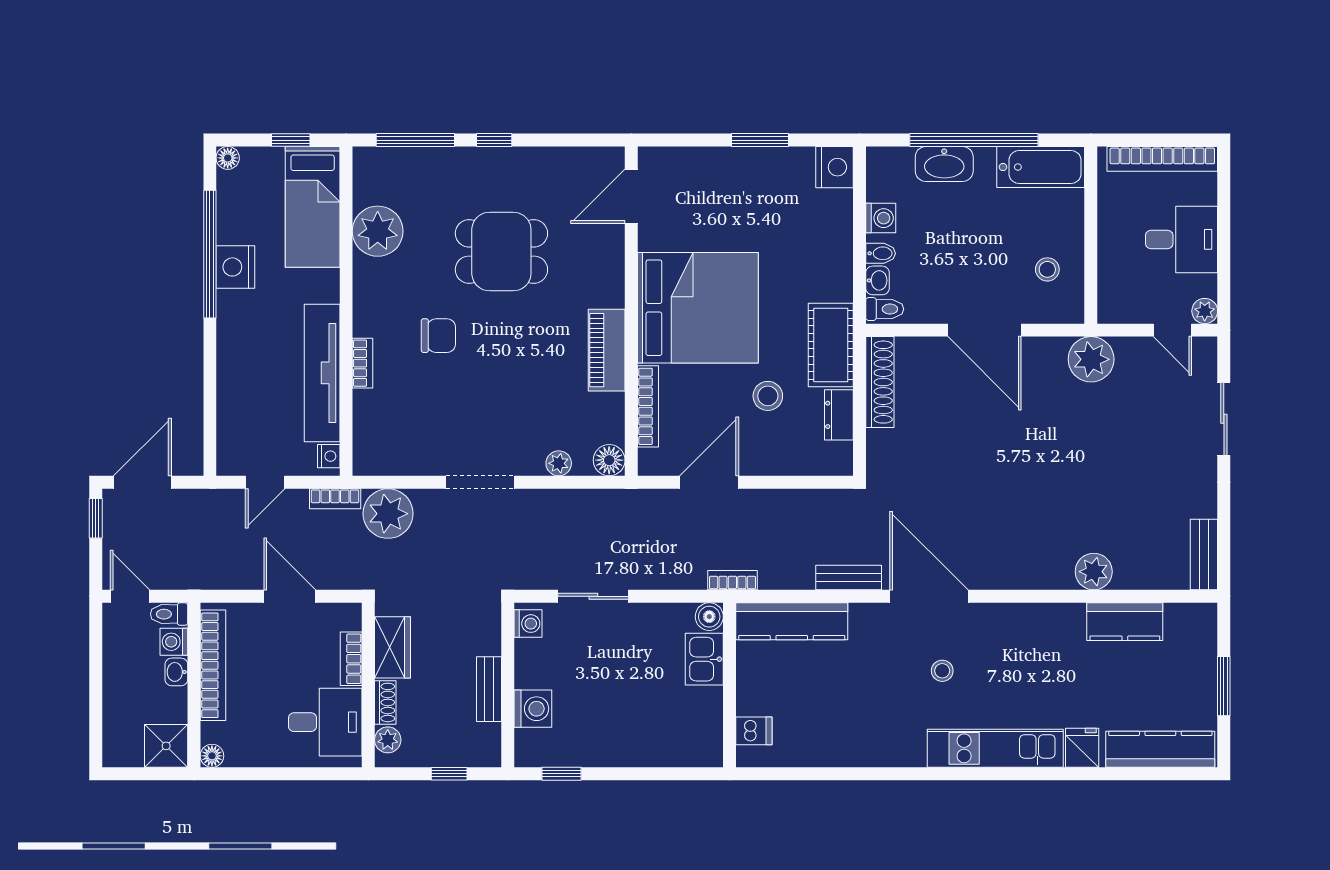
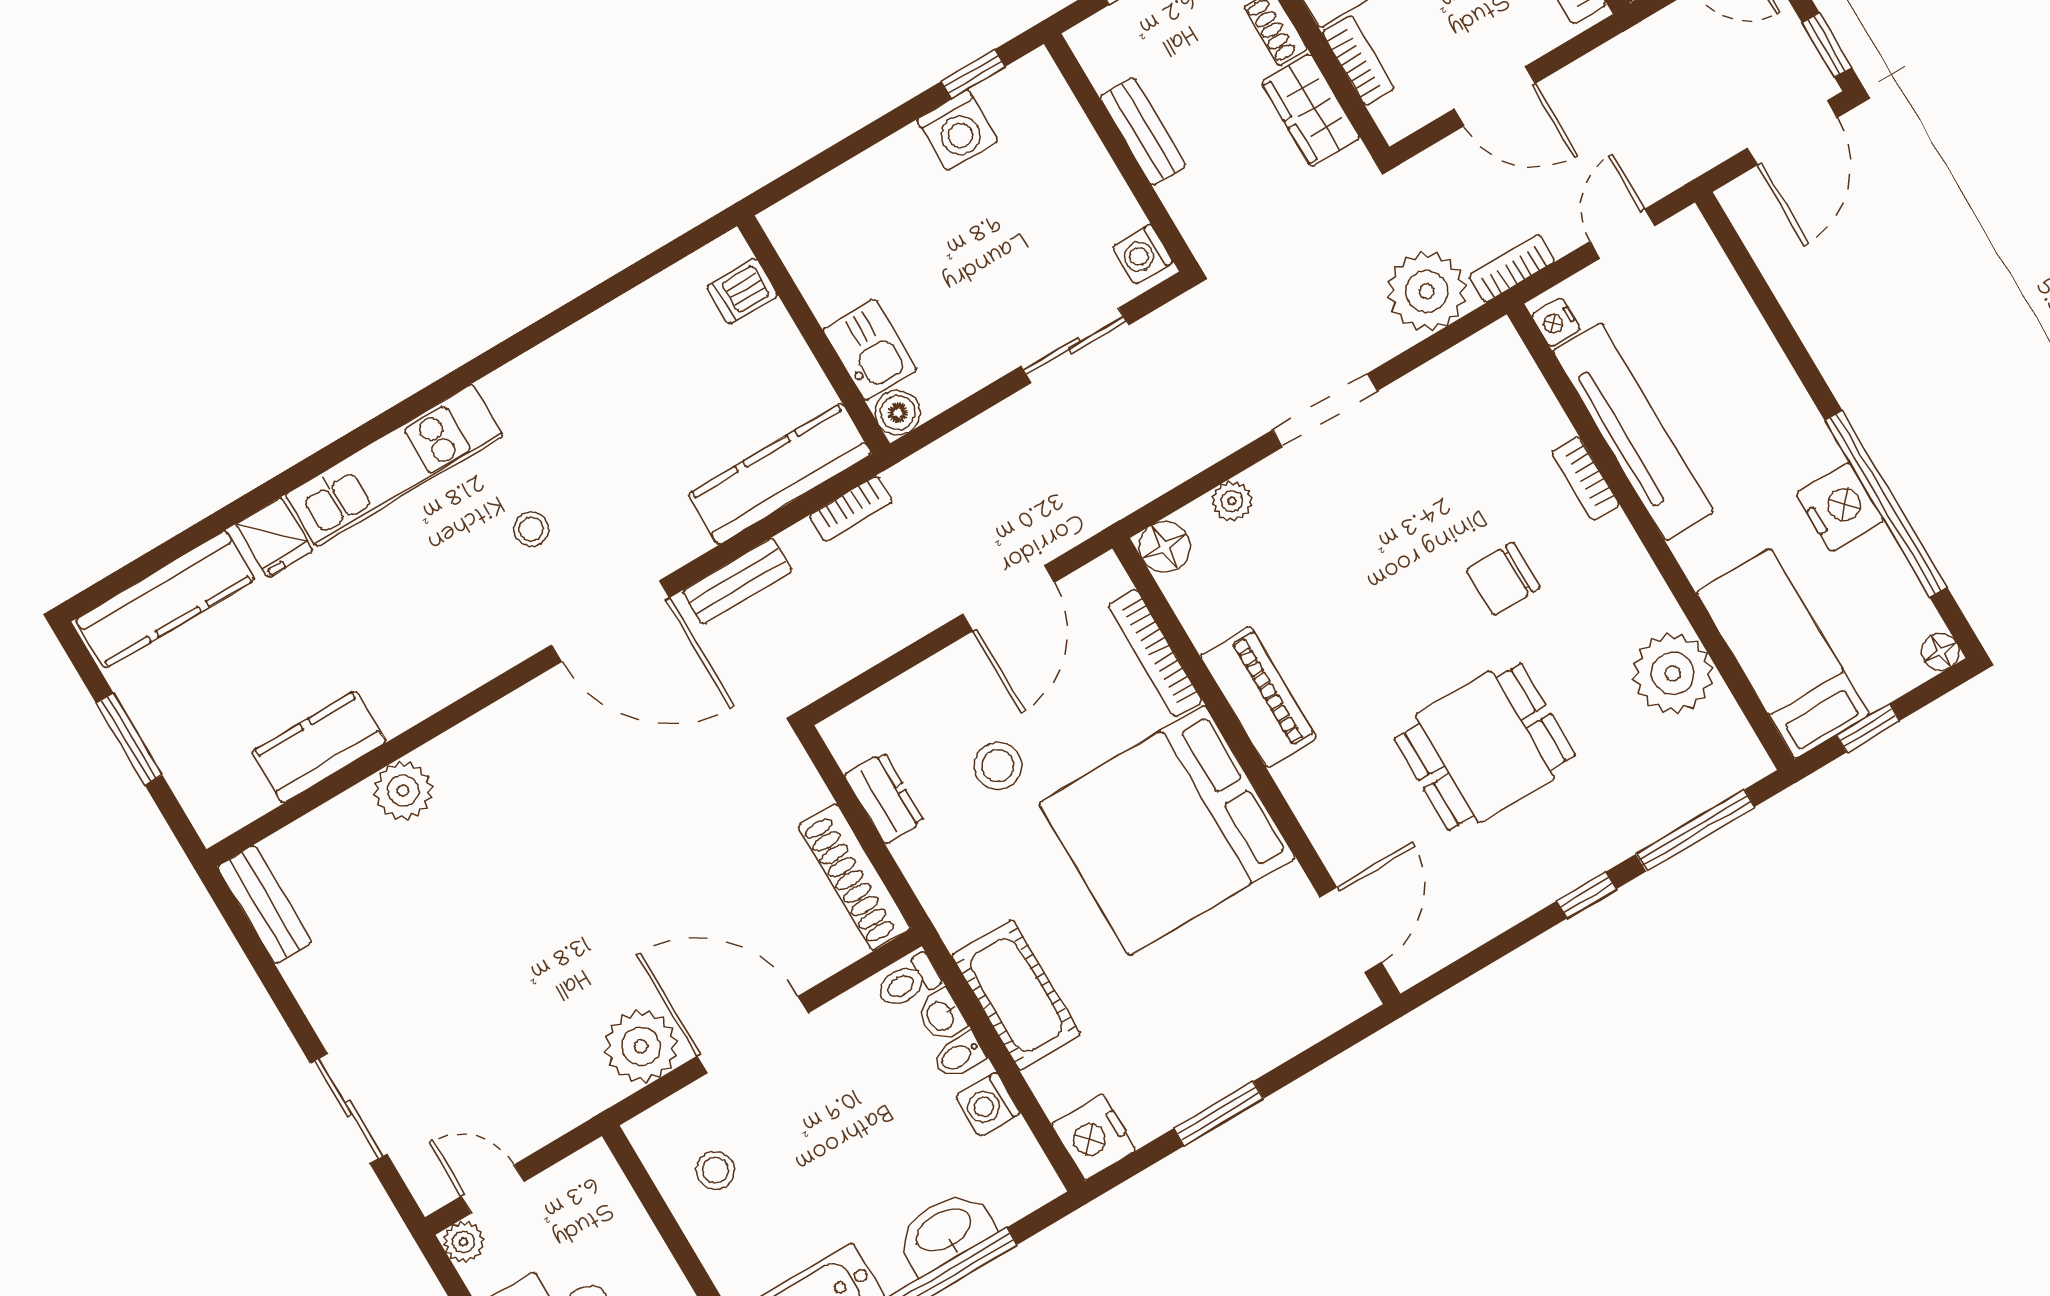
cot: (831, 345) -> (1016, 995), moved
plant: (1091, 359) -> (641, 1046), moved
bookcase: (732, 580) -> (851, 509), moved
washing machine: (533, 709) -> (957, 130), moved, turned -90

